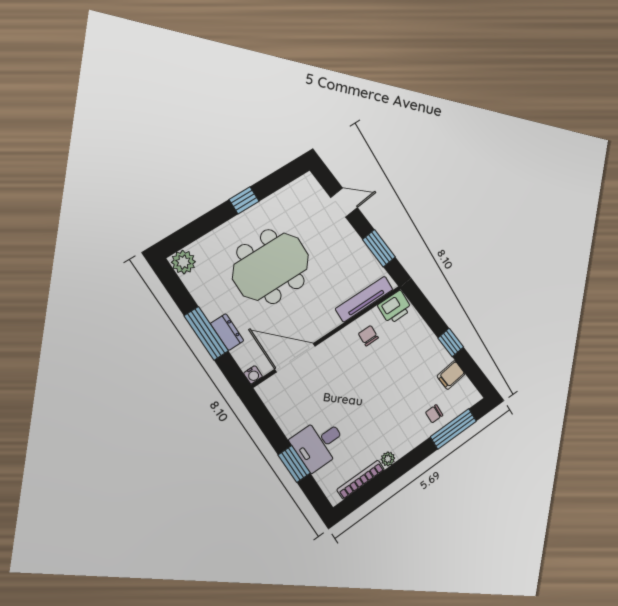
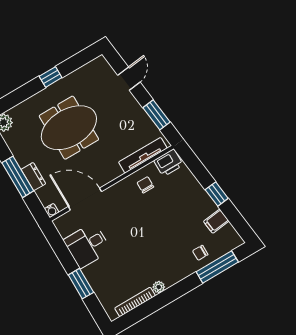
door: (344, 203) -> (129, 79), hinge flipped
desk: (319, 444) -> (87, 245), moved

